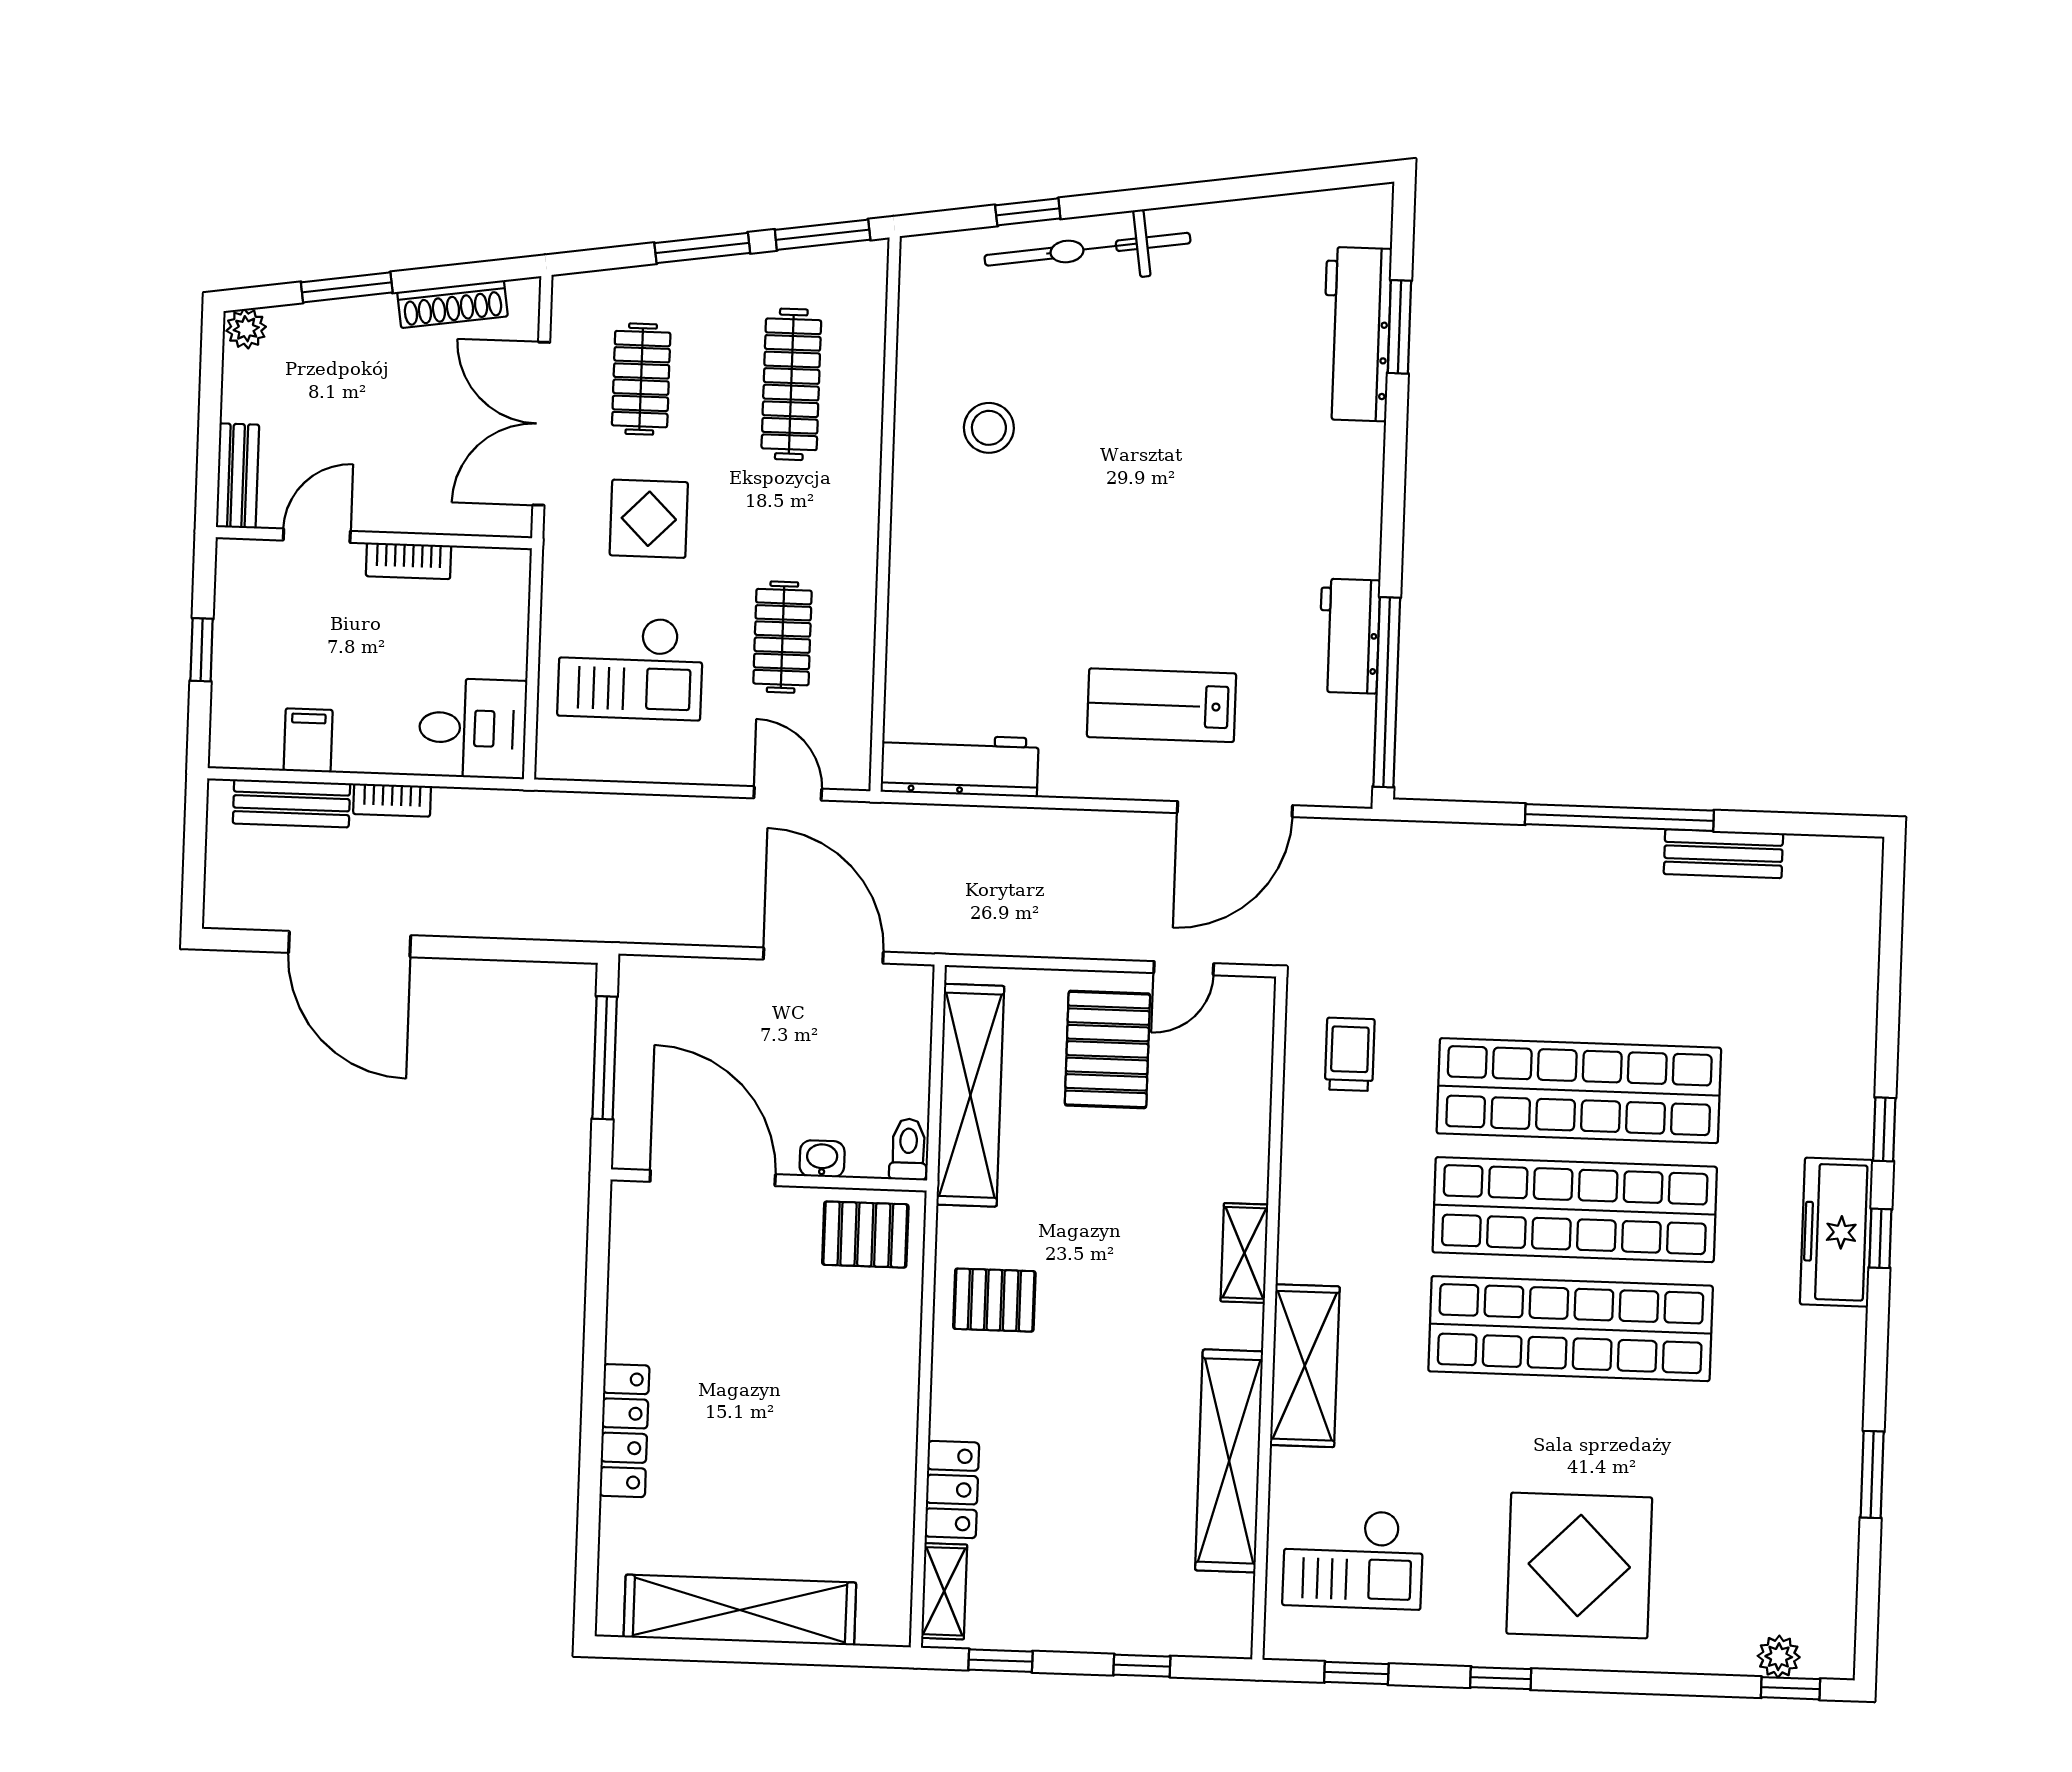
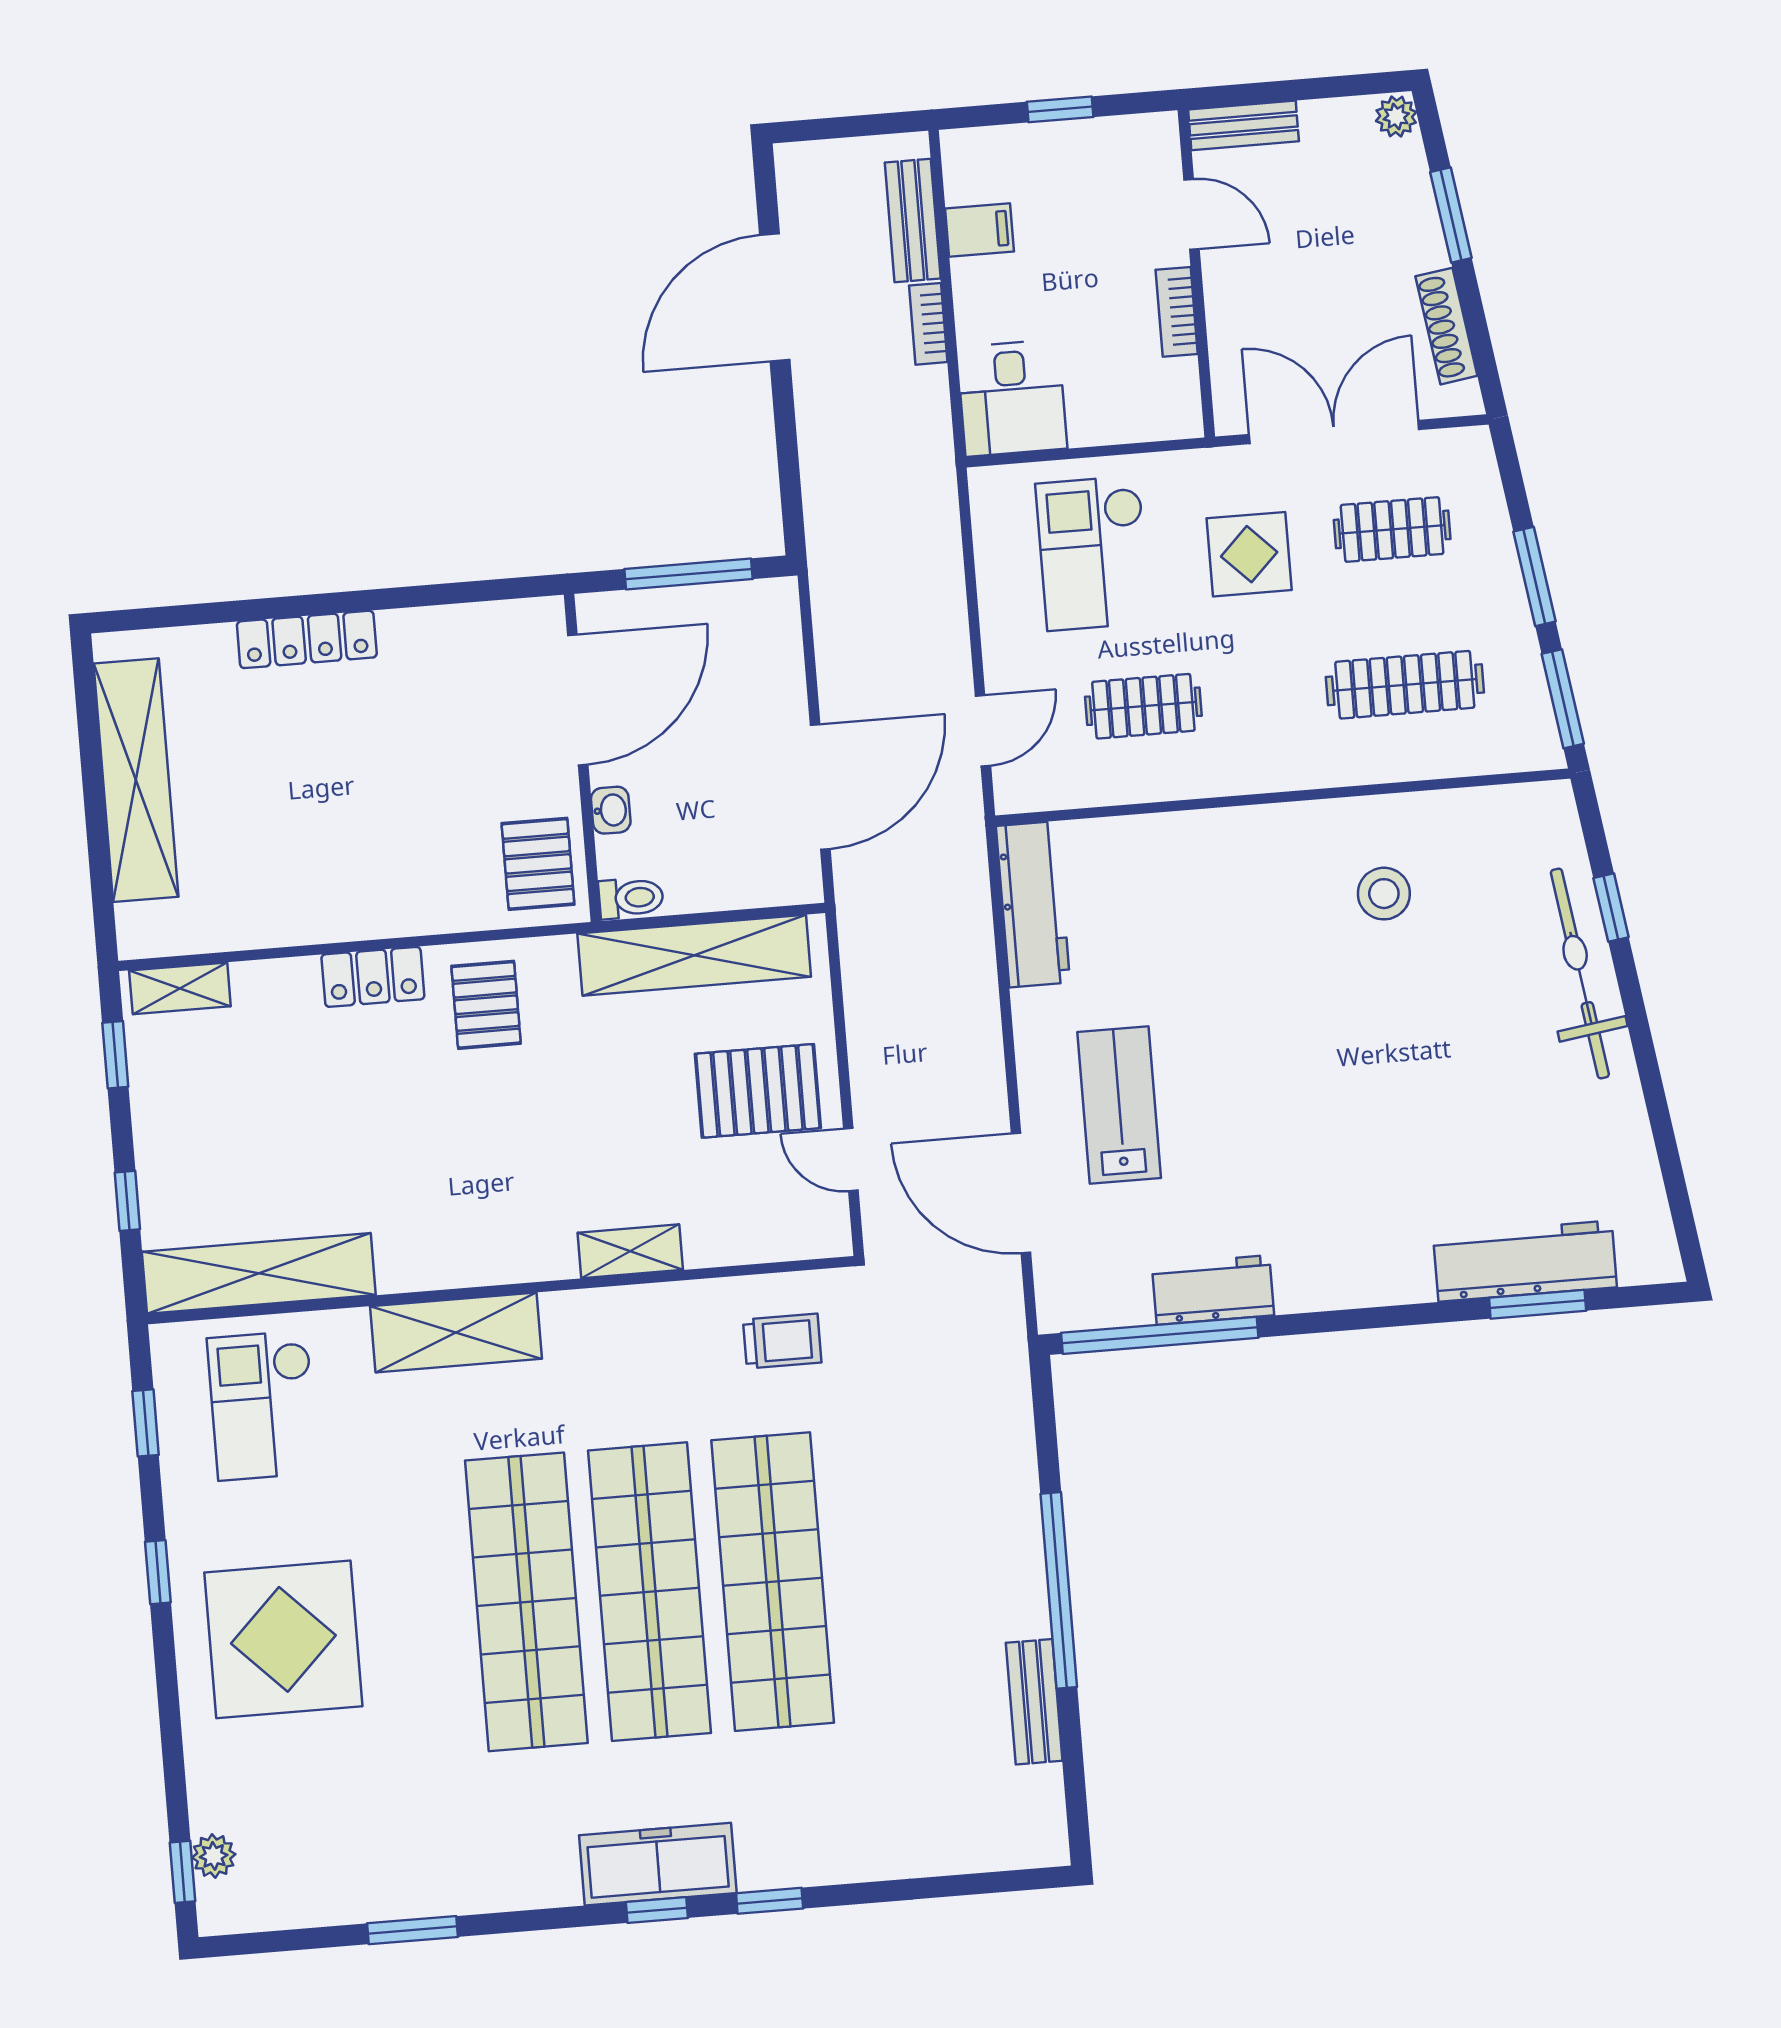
shelving: (1244, 1253) -> (630, 1251), moved
shelving: (1229, 1461) -> (259, 1273), moved
locker: (952, 1490) -> (373, 977), moved

